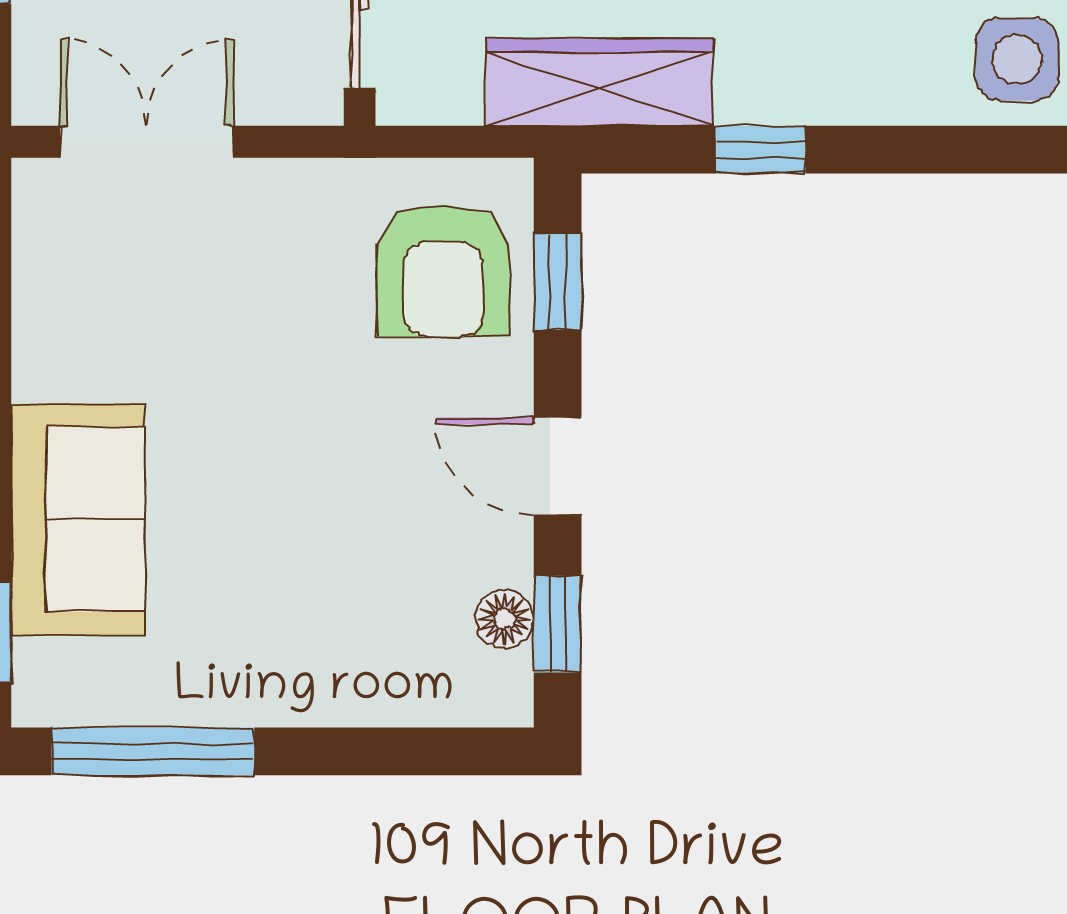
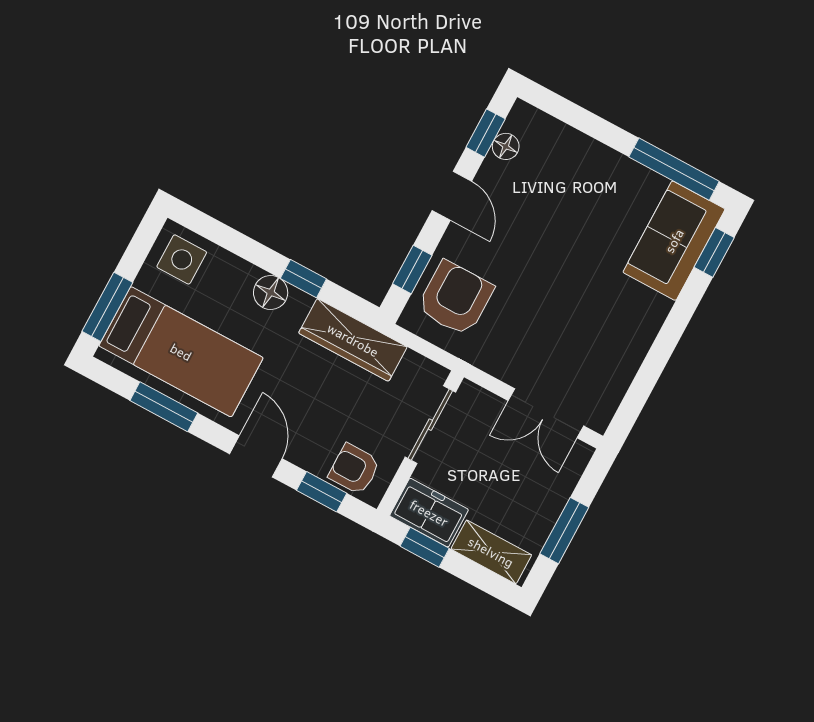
floor lamp: (809, 88) -> (271, 293), added
sofa: (78, 519) -> (674, 241), moved

